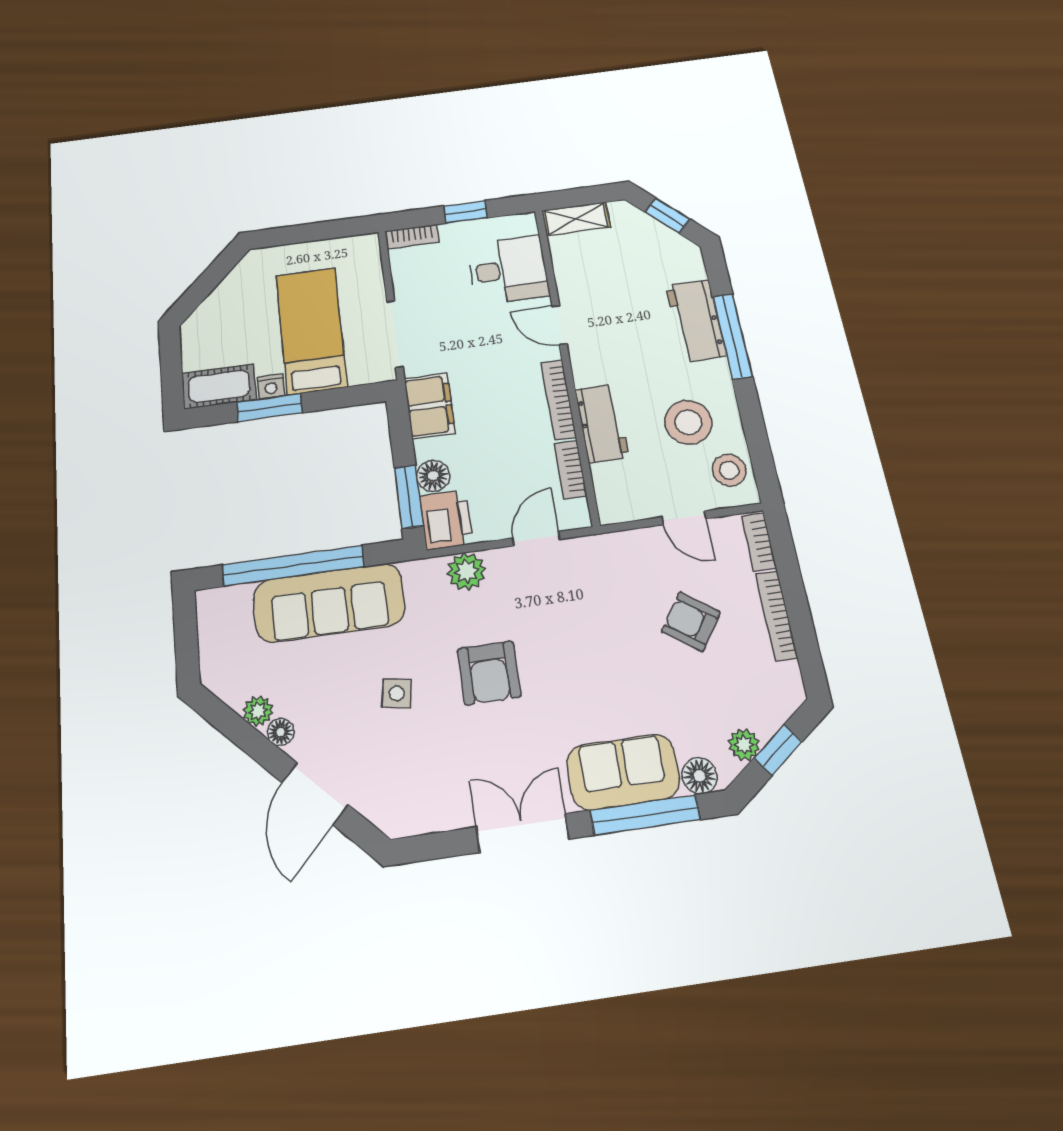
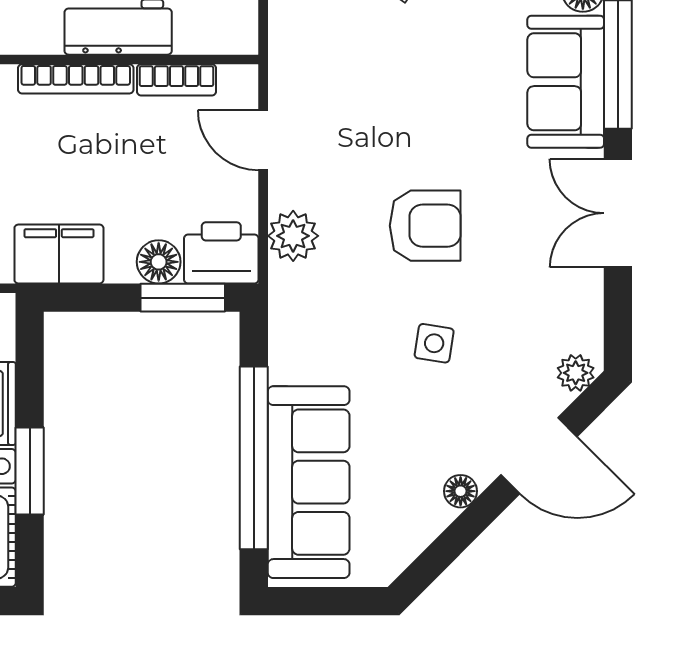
sofa: (329, 603) -> (309, 482), moved
plant: (258, 711) -> (576, 373), moved

